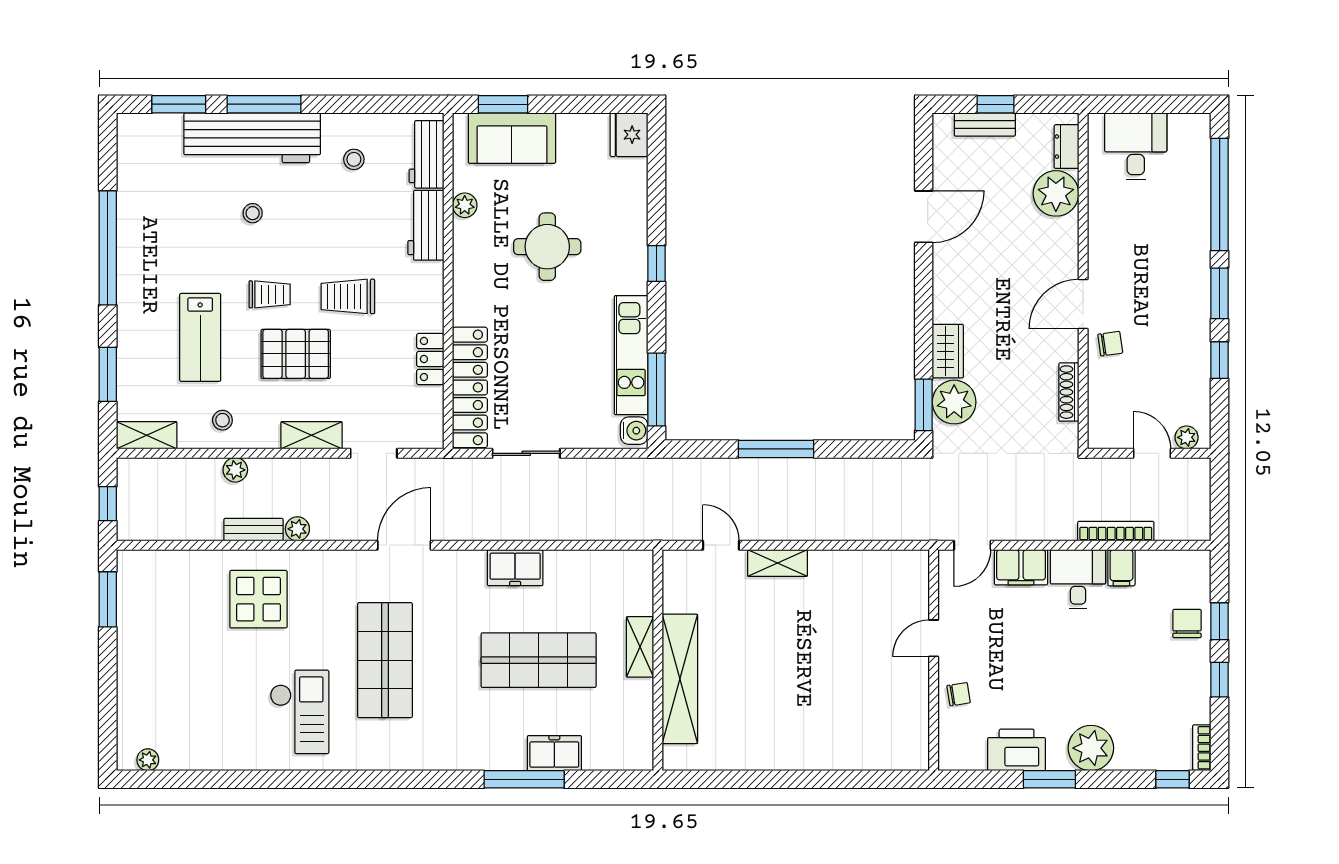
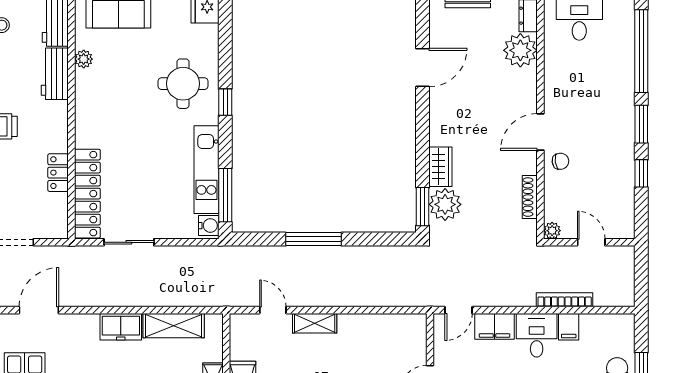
round table: (547, 247) -> (183, 84), moved
plant: (1187, 437) -> (552, 231), moved
shelving: (587, 566) -> (174, 326), added

